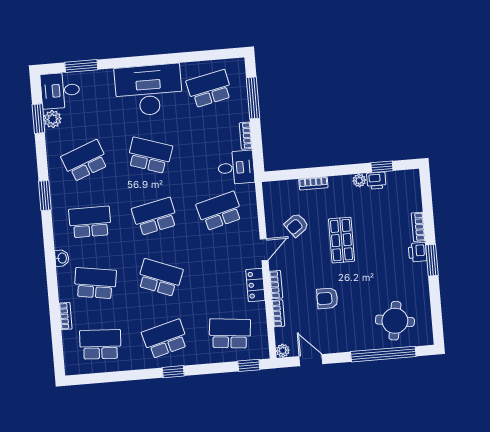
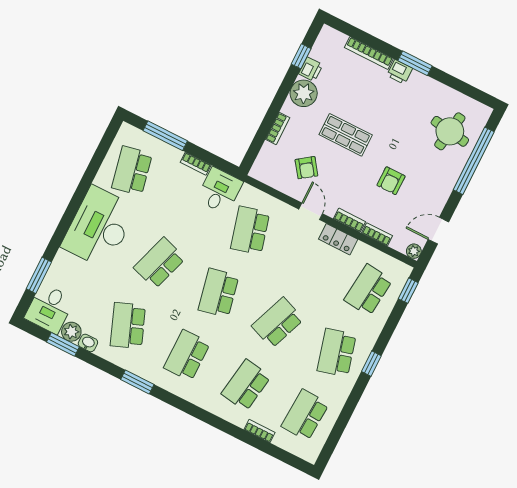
plant: (359, 180) -> (304, 93), width x1.87, depth x1.87
bookcase: (418, 227) -> (369, 53), width x1.56
washbasin: (62, 258) -> (88, 343), moved

